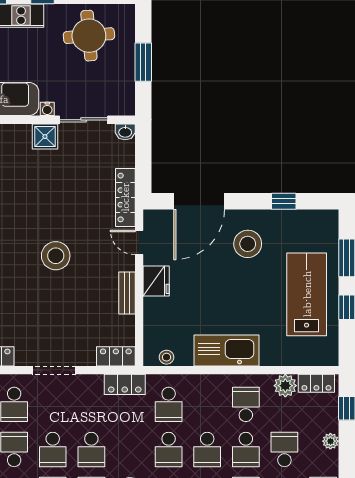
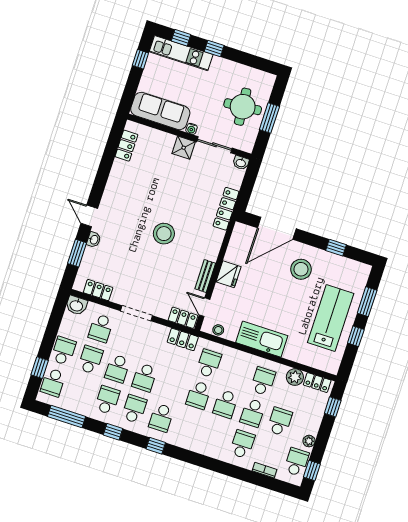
round table: (89, 36) -> (243, 107), moved
door: (139, 242) -> (204, 307), moved
school desk: (169, 404) -> (209, 364), turned 180
plant: (330, 441) -> (309, 441), moved

